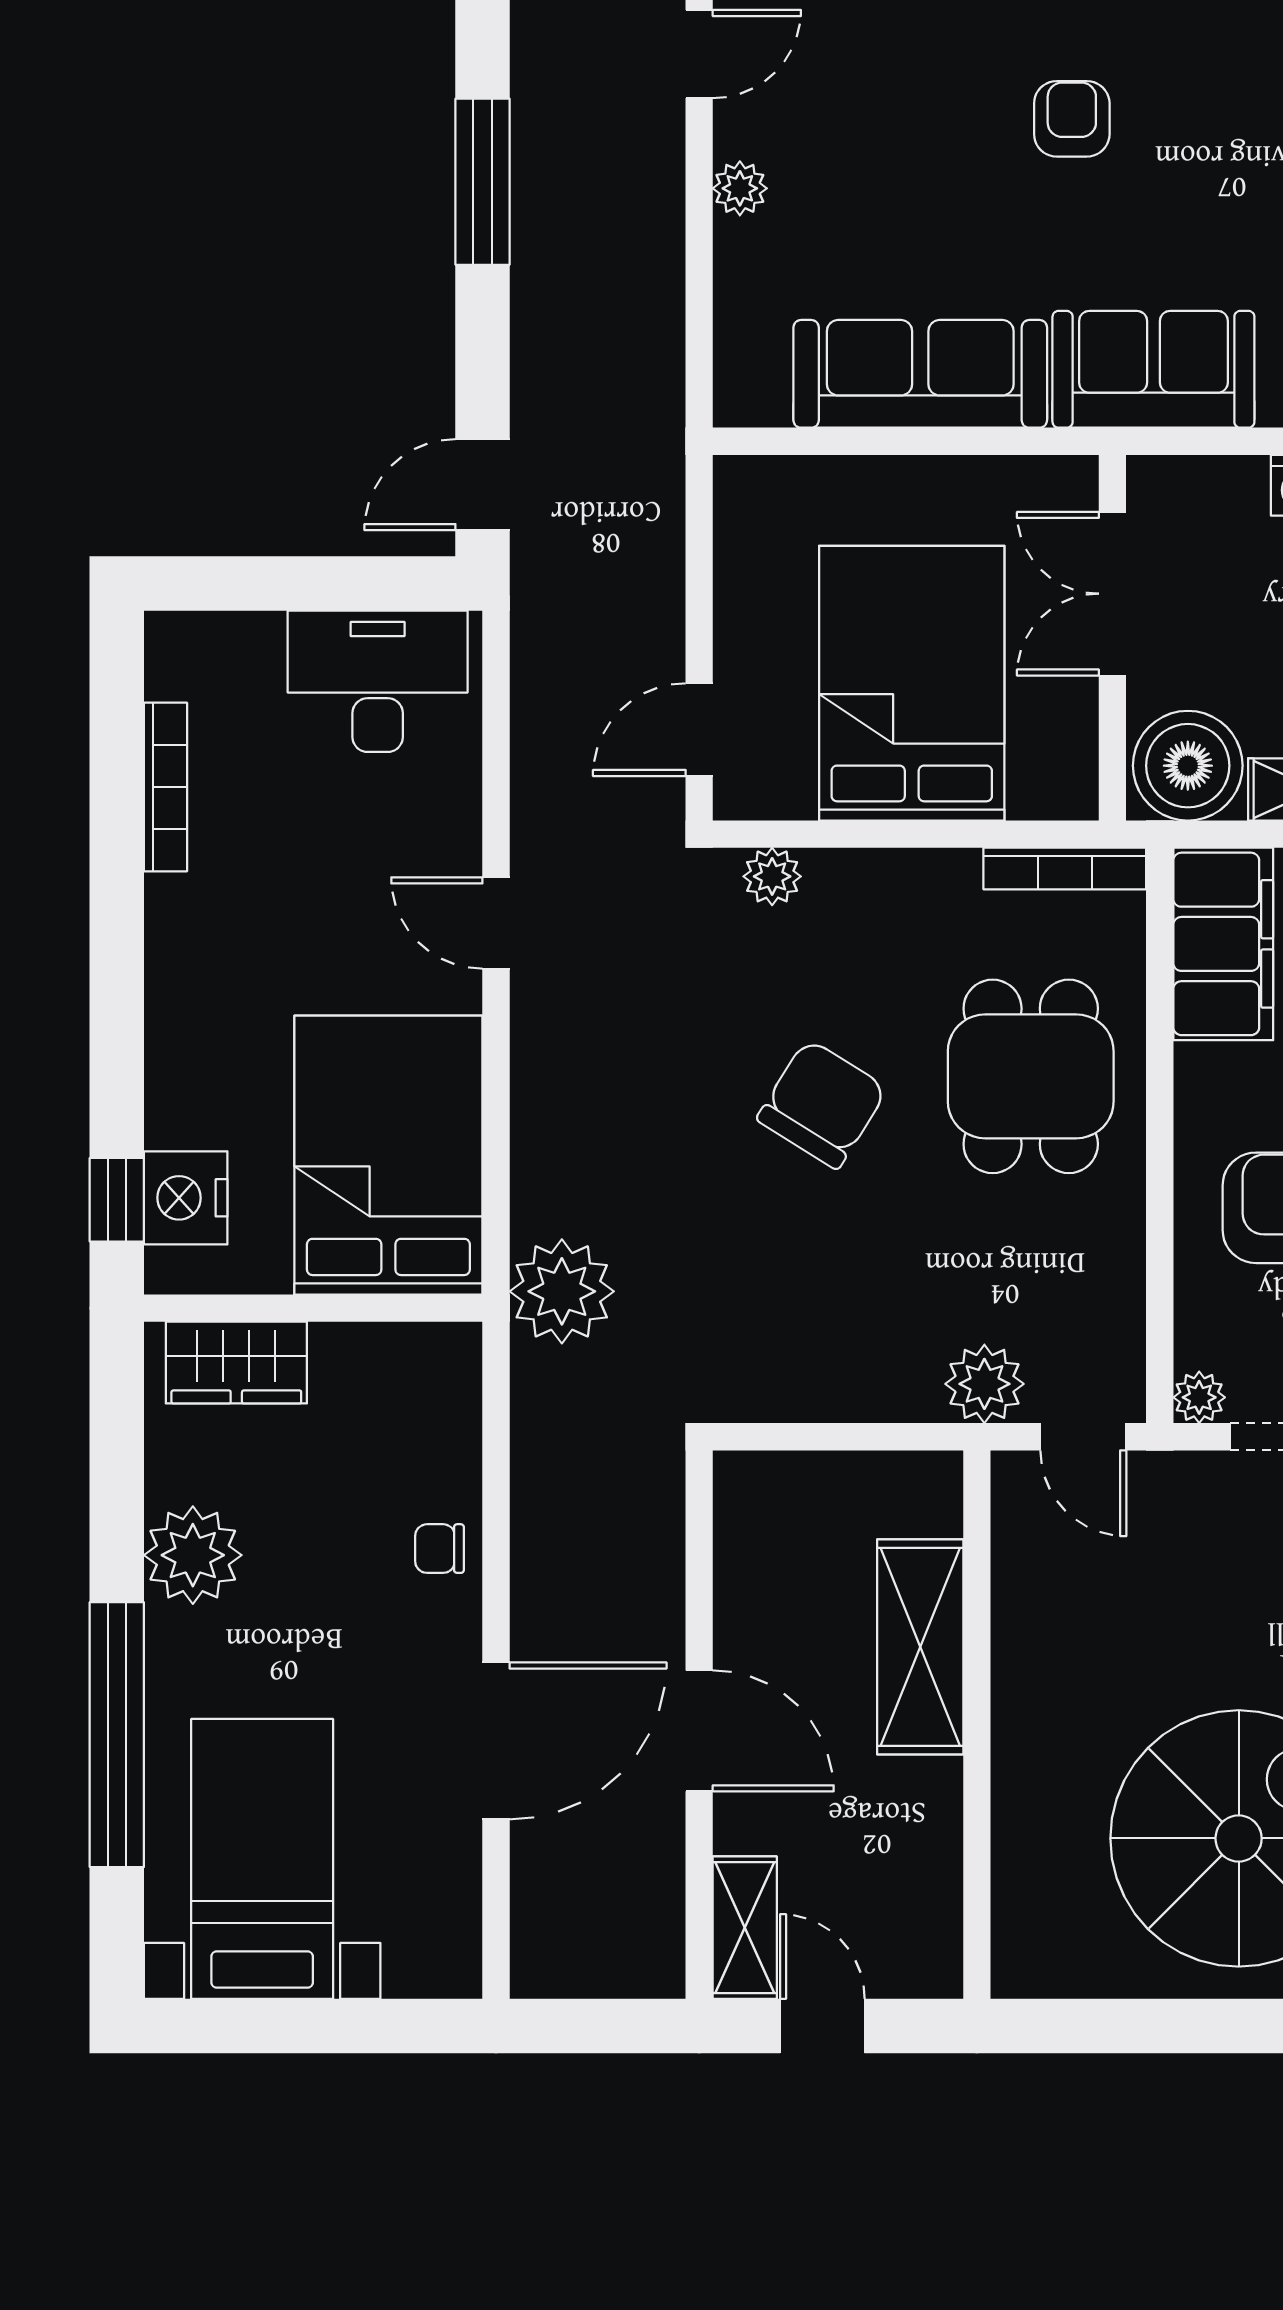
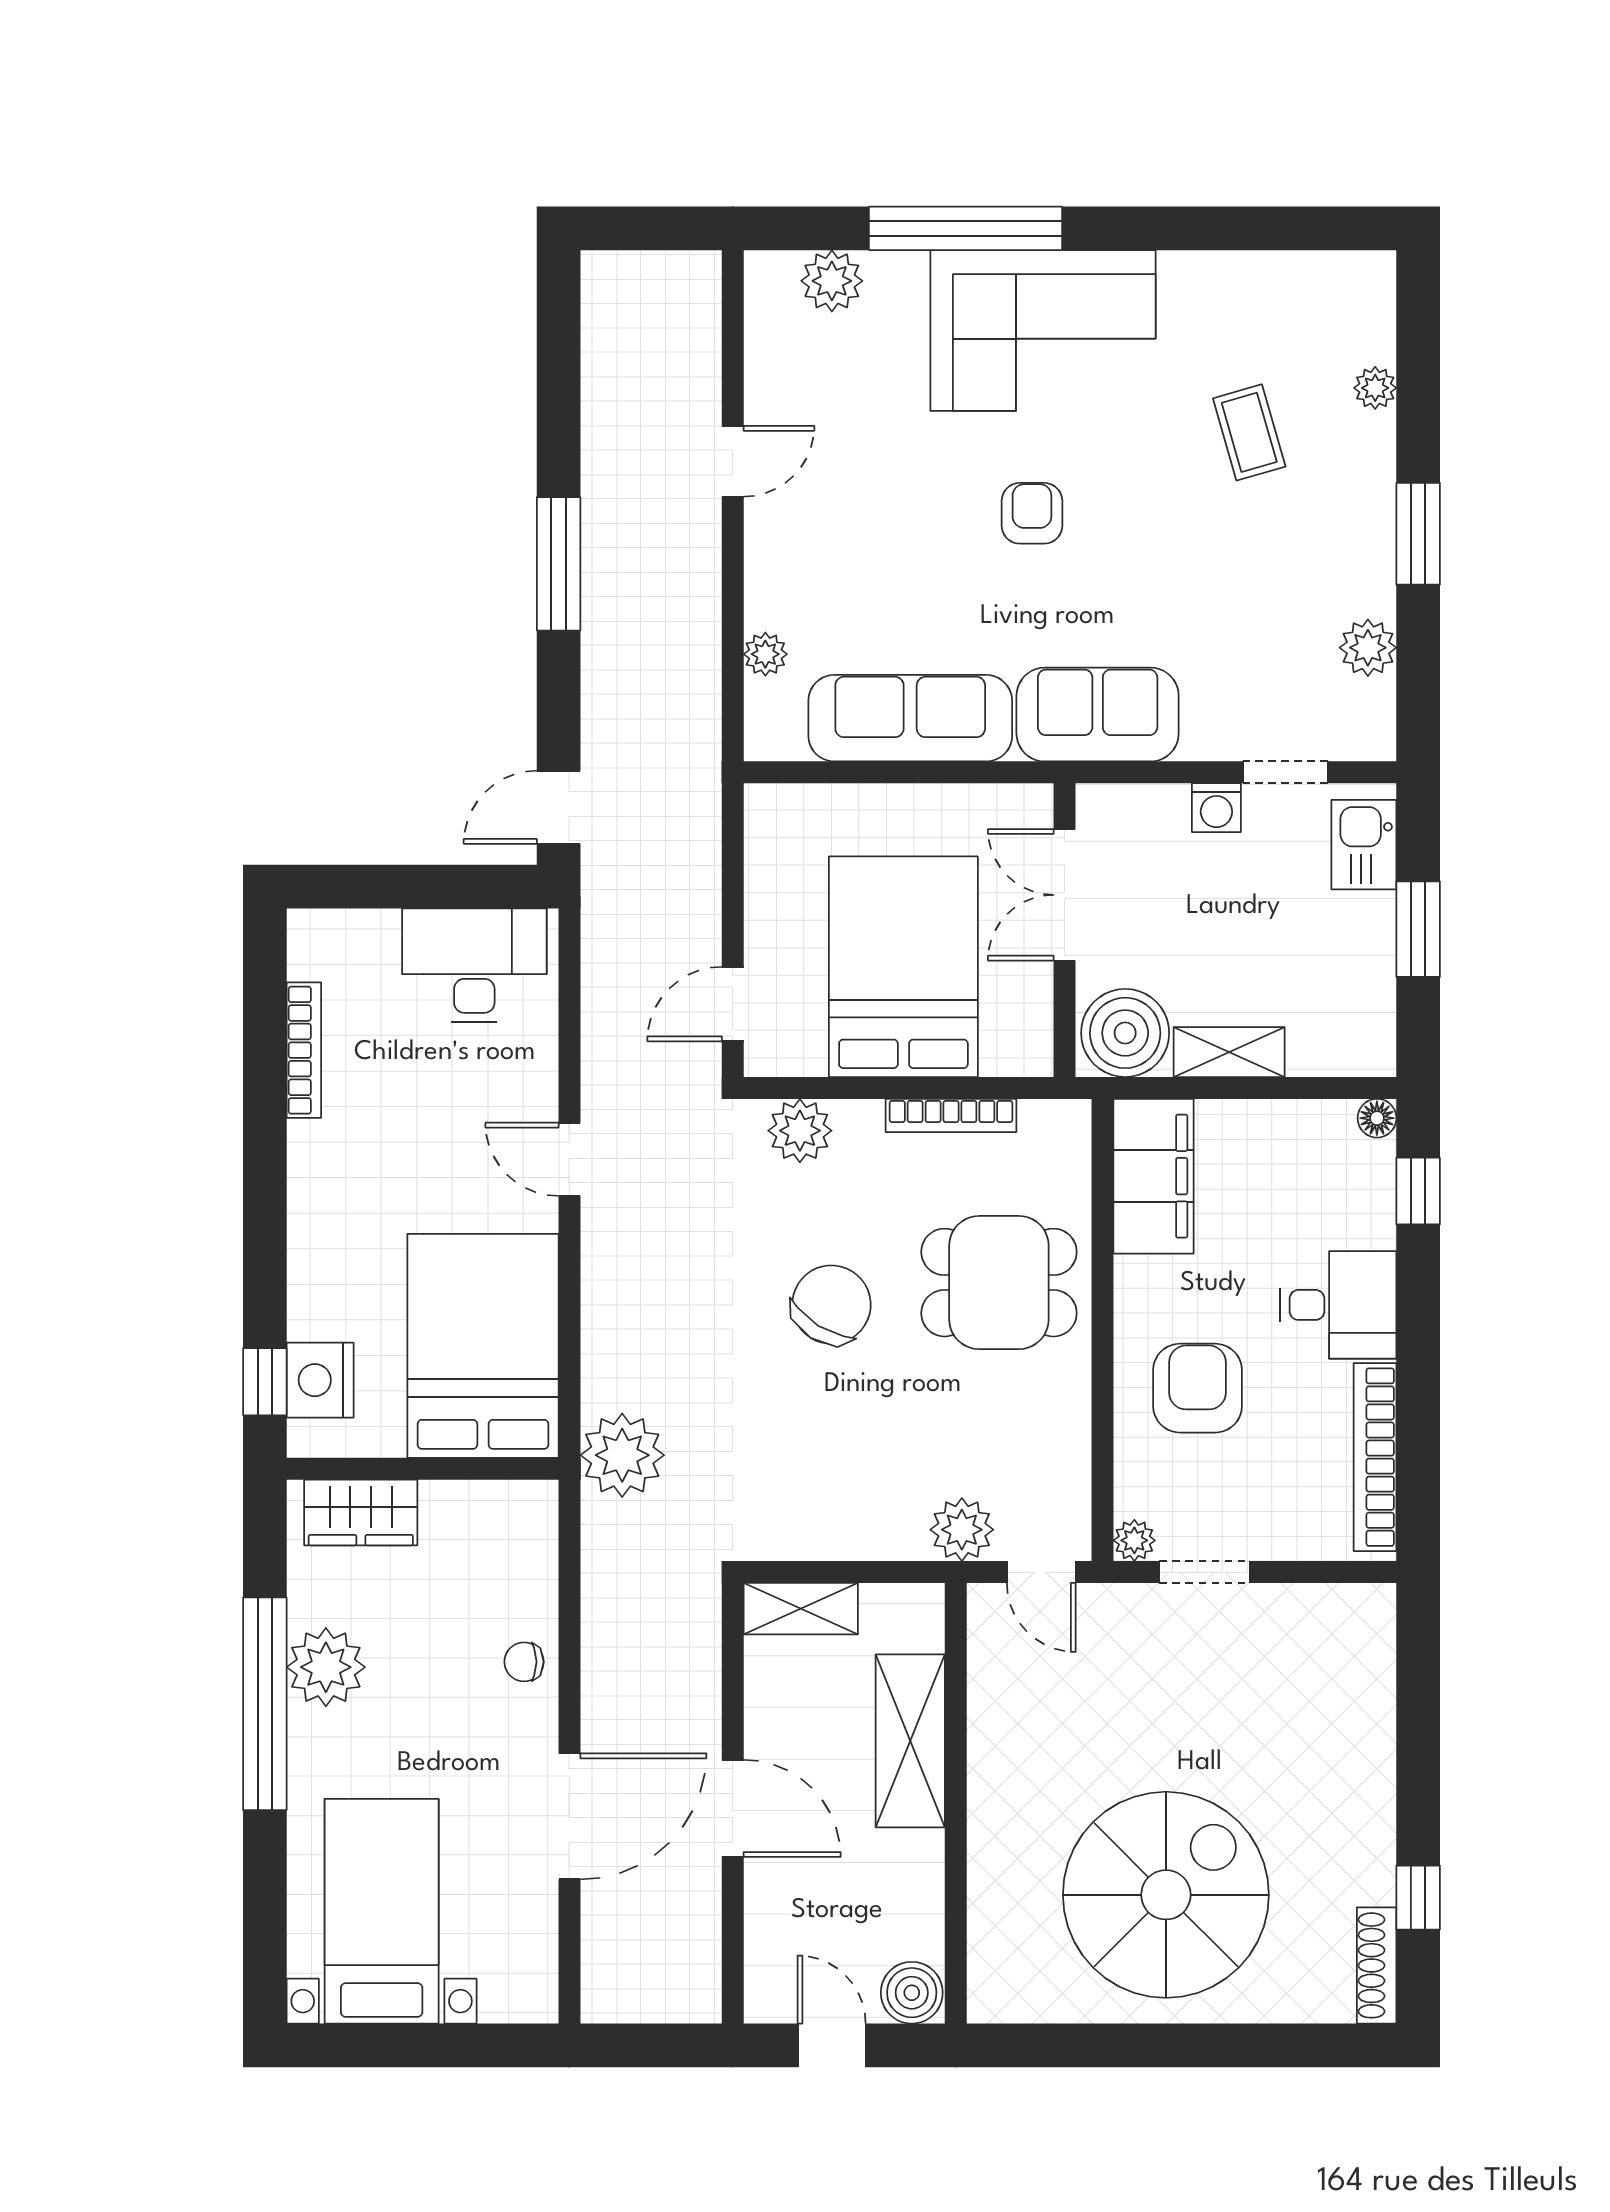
plant: (740, 188) -> (765, 654), moved
bookcase: (1065, 868) -> (951, 1116), moved
plant: (772, 876) -> (800, 1131), width x1.38, depth x1.38
dining table: (1031, 1076) -> (999, 1283), turned 90
window: (117, 1735) -> (265, 1704), moved
shelving: (745, 1928) -> (801, 1609), moved, turned 90
boiler: (922, 1960) -> (912, 1993), added

